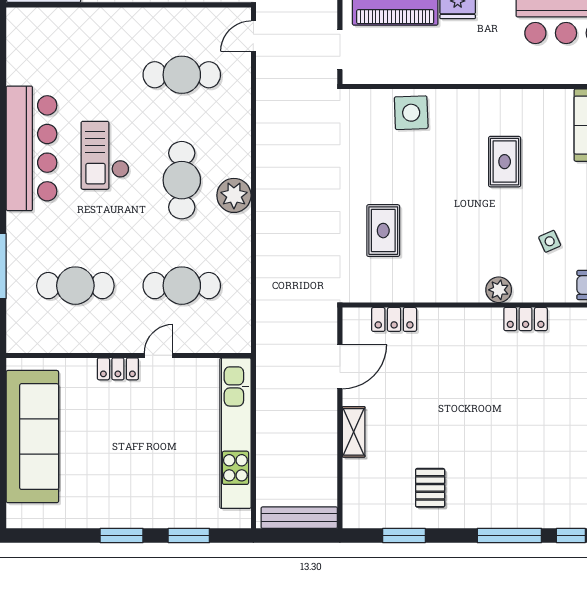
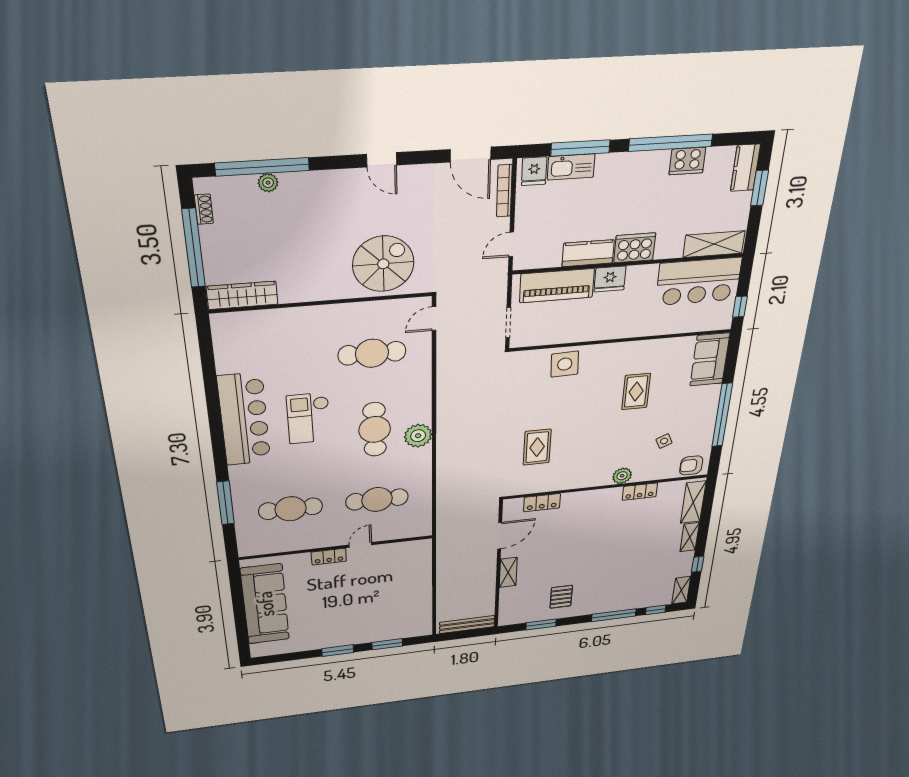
kitchen unit: (235, 433) -> (421, 584), removed

